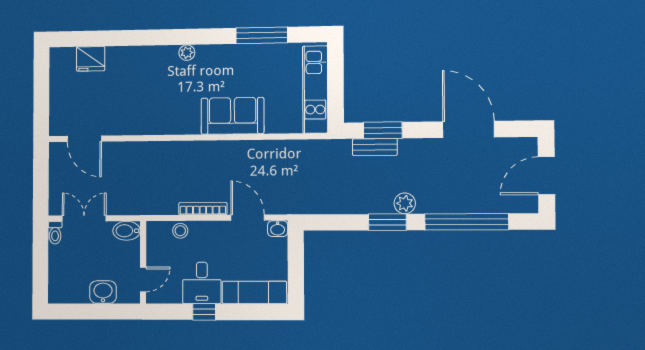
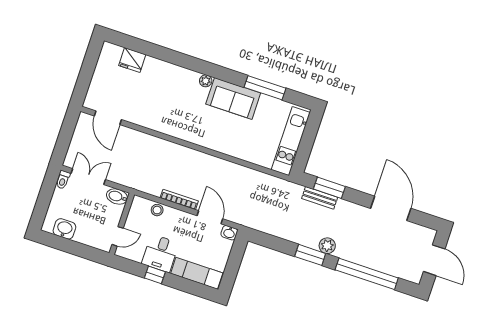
sofa: (232, 116) -> (233, 98), moved, turned 180
door: (546, 176) -> (434, 260), swing flipped
washbasin: (103, 292) -> (64, 229), moved

